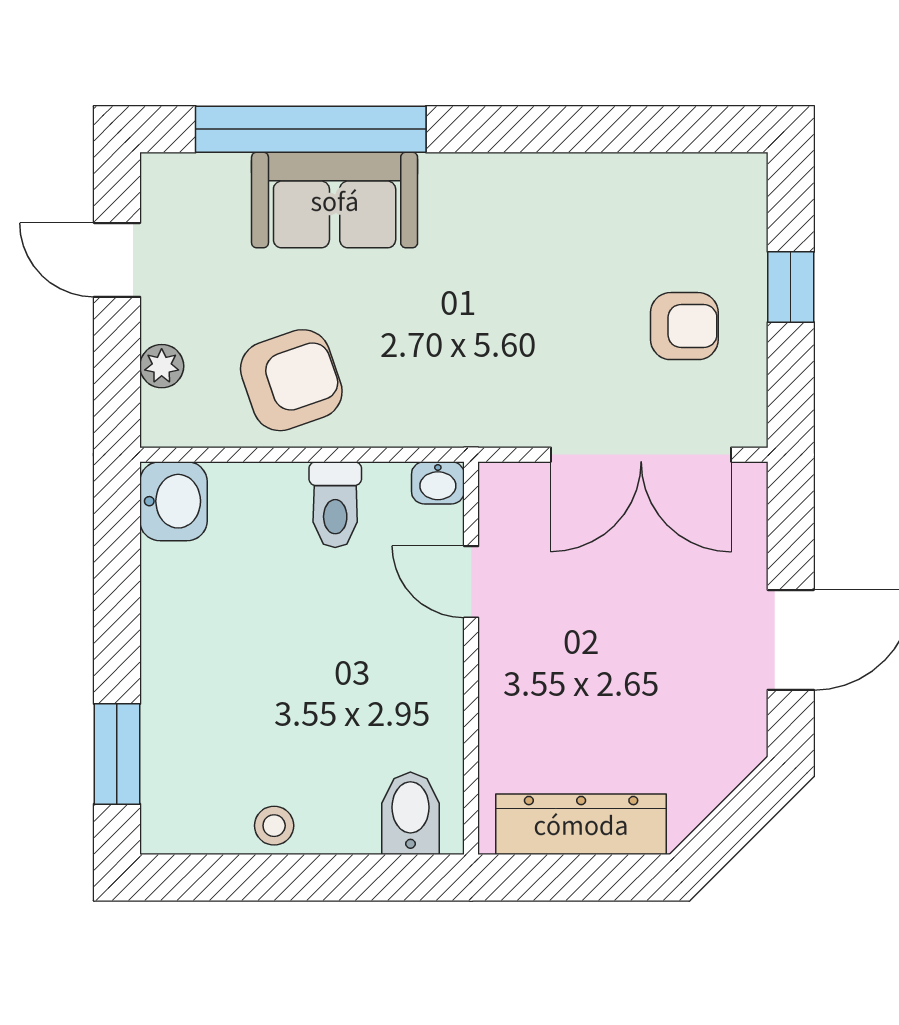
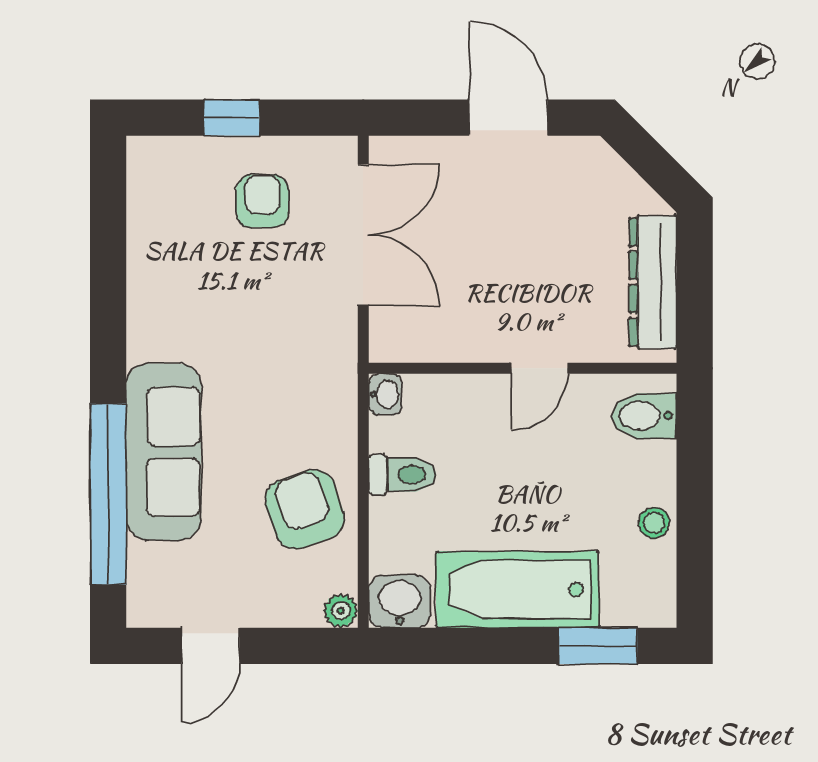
sofa: (335, 200) -> (164, 452), width x1.36
plant: (162, 366) -> (341, 611), moved
door: (471, 582) -> (540, 368), moved
bathtub: (189, 651) -> (517, 590), added

